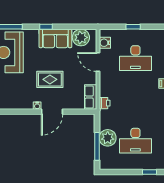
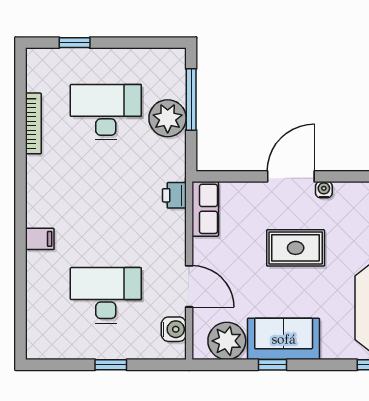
window: (46, 27) -> (273, 365), moved

